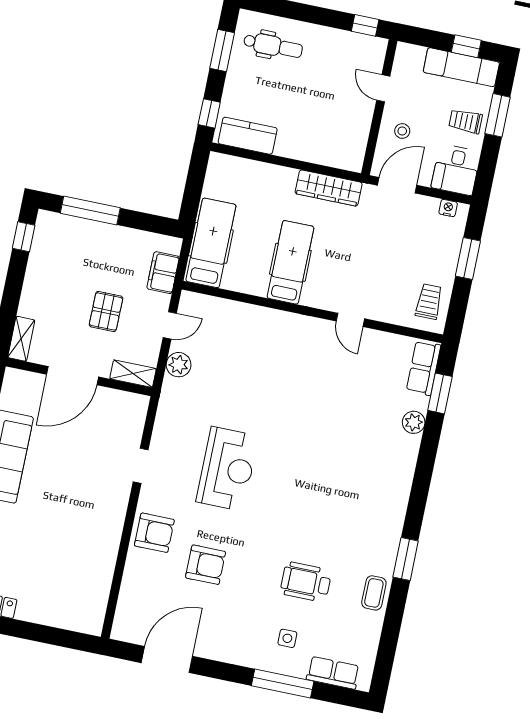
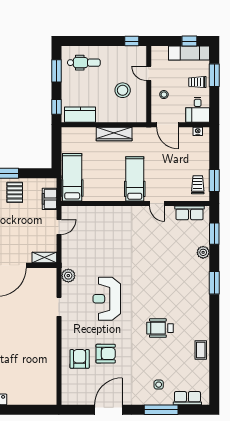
stool: (331, 108) -> (123, 90), added
door: (397, 185) -> (167, 125), swing flipped
wardrobe: (329, 188) -> (114, 134), moved
window: (468, 259) -> (214, 181), moved
hospital bed: (290, 262) -> (135, 179), moved
pallet: (106, 311) -> (15, 192), moved
plant: (179, 365) -> (68, 276), moved
row of seats: (424, 368) -> (190, 213), moved, turned -90
reception desk: (227, 469) -> (107, 299), turned 180
armchair: (154, 533) -> (80, 359), moved, turned -90
window: (406, 559) -> (214, 283), moved
wheelchair: (306, 582) -> (160, 328), moved
door: (167, 659) -> (108, 410), moved

